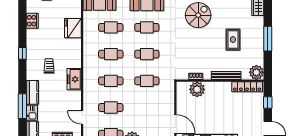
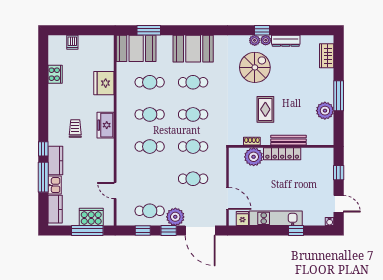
rug: (233, 40) -> (265, 109), moved
window: (22, 53) -> (43, 149), moved
plant: (256, 72) -> (325, 111), moved
freezer: (74, 79) -> (106, 125), moved
locker: (247, 87) -> (282, 154), moved
cafe table: (111, 108) -> (193, 179), moved

